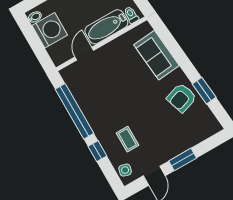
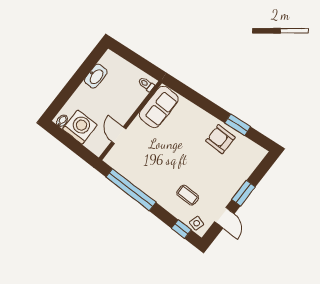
bathtub: (106, 27) -> (129, 104), removed
sofa: (157, 55) -> (159, 107), moved, turned -85
armchair: (182, 98) -> (220, 139), turned 108
window: (97, 151) -> (181, 229), moved

